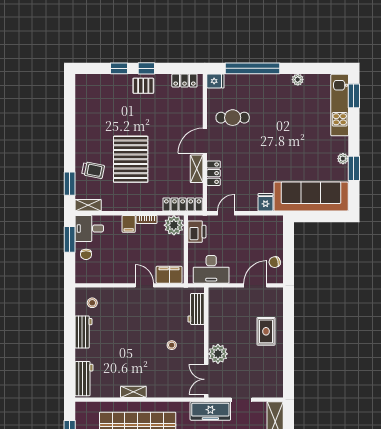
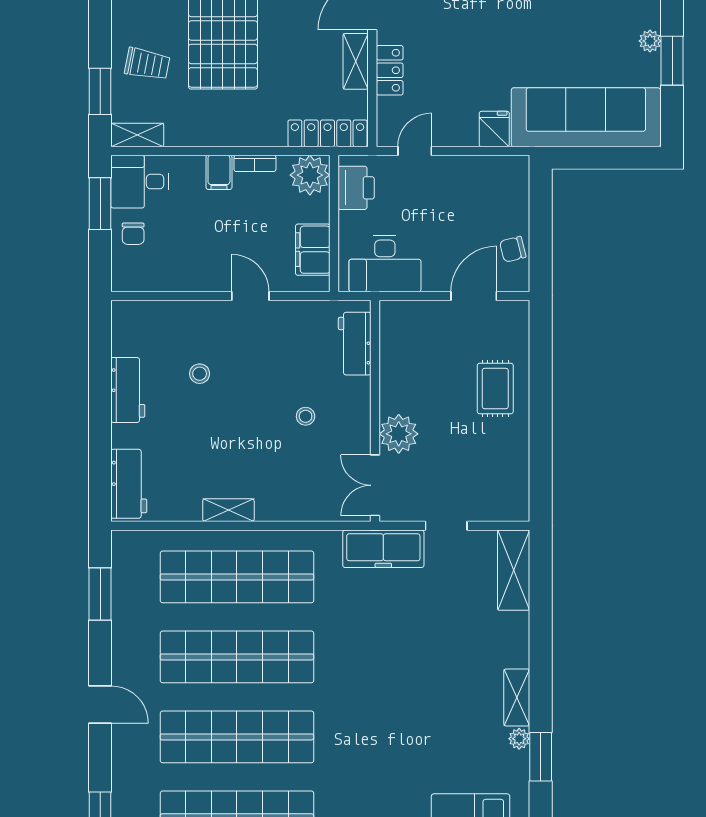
filing cabinet: (169, 275) -> (313, 250), moved, turned -90
stool: (92, 303) -> (200, 374), moved

